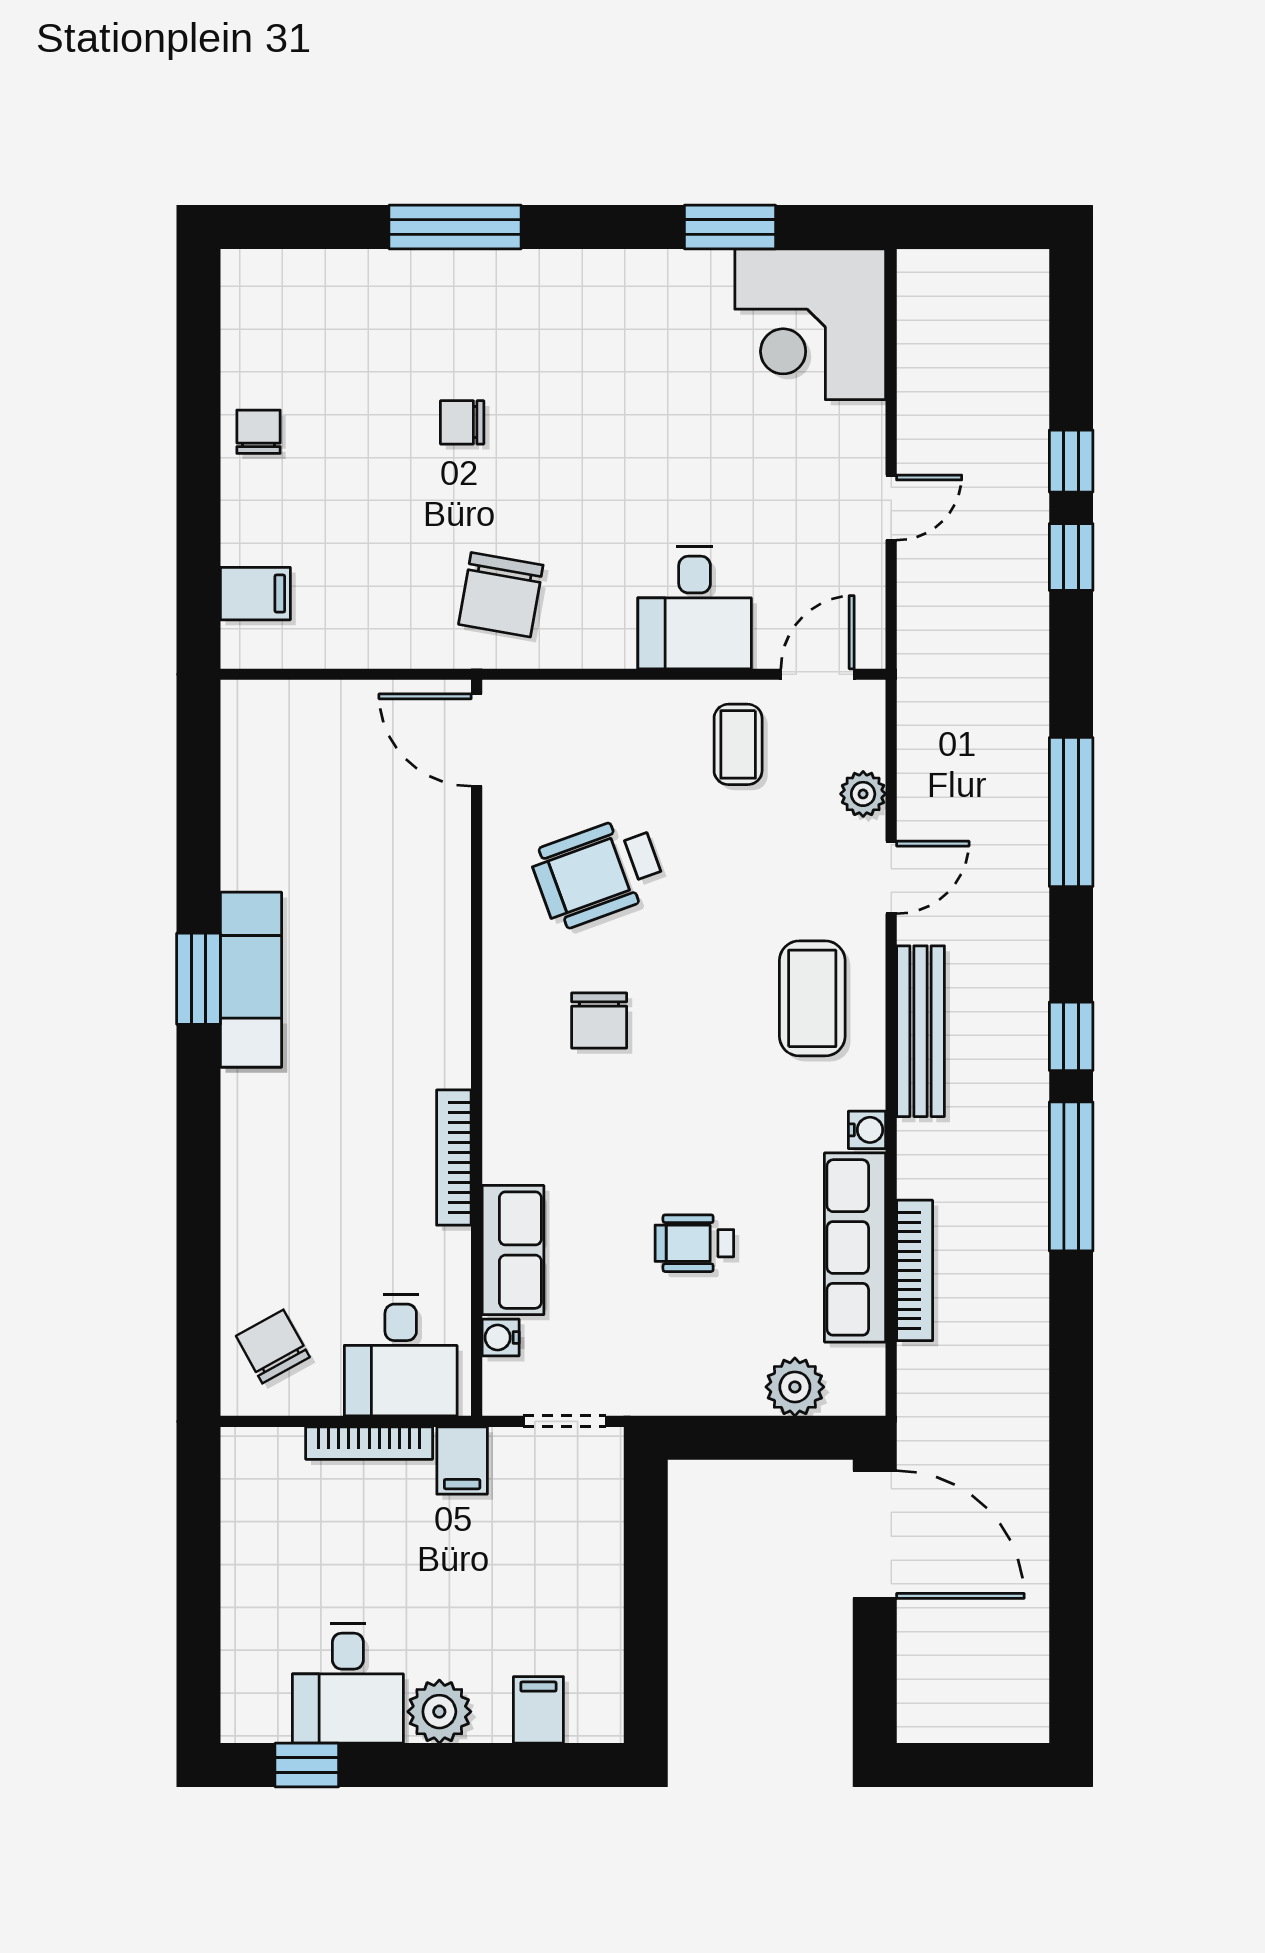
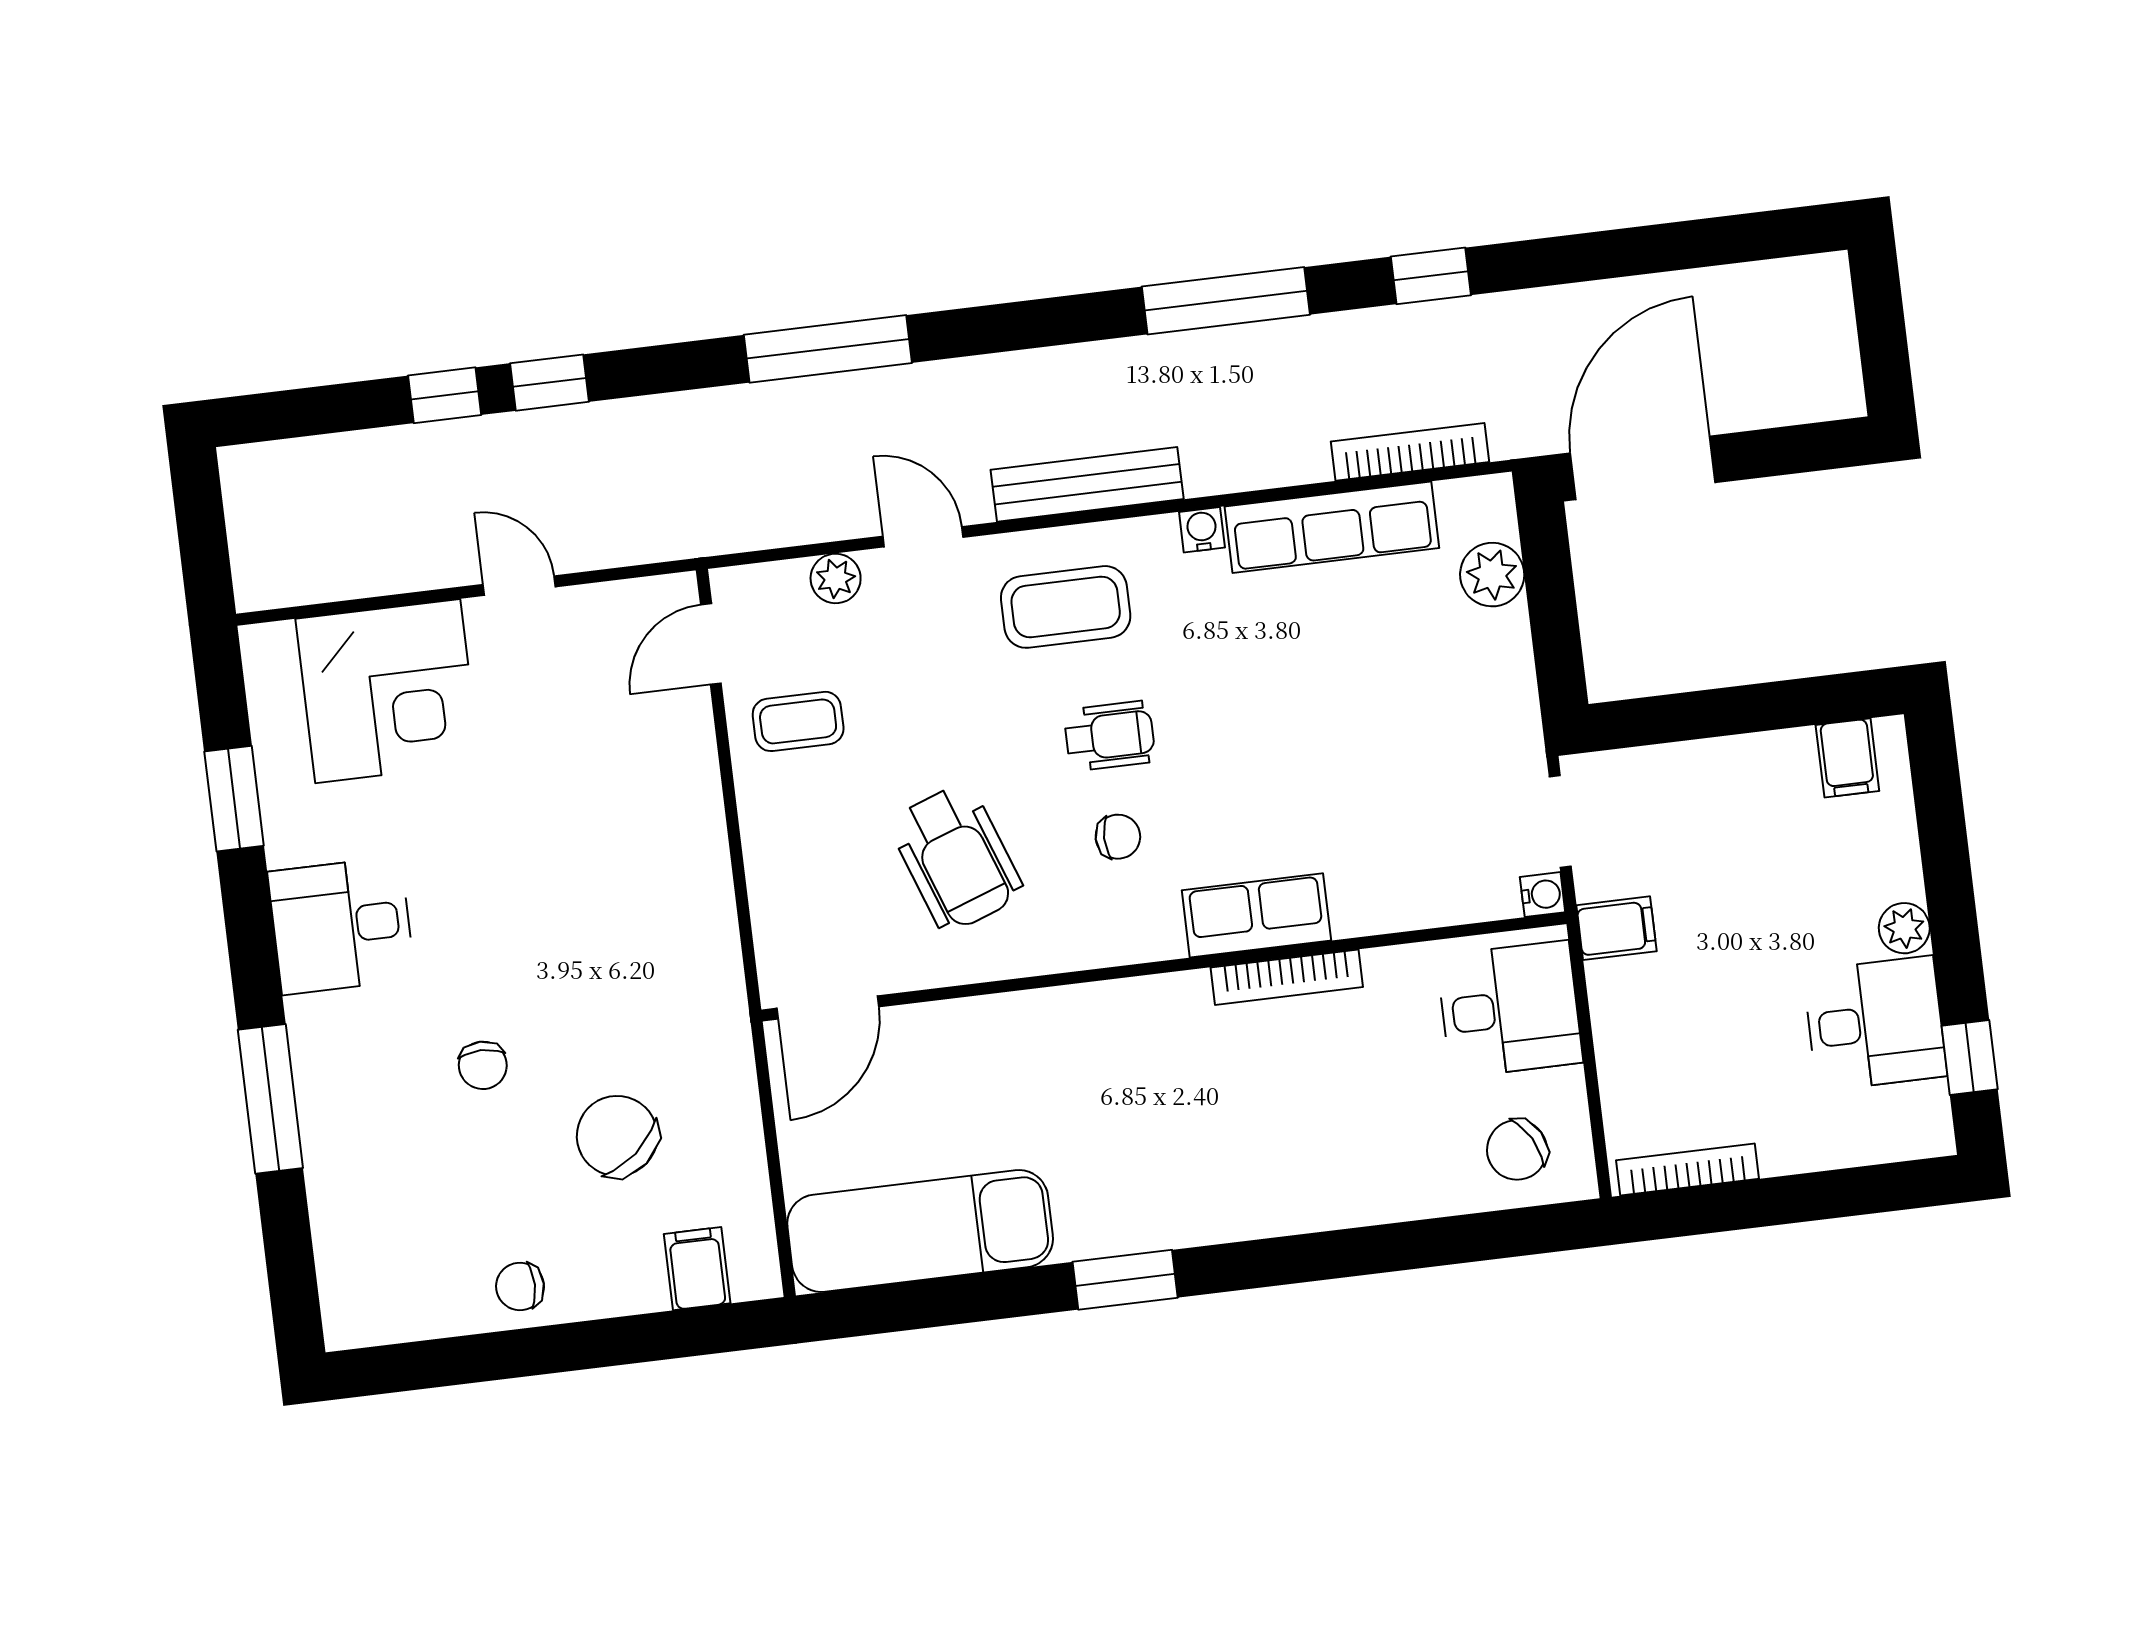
corner desk: (810, 324) -> (388, 691), moved
chair: (501, 595) -> (617, 1136), moved, turned -140
desk: (695, 608) -> (341, 926), moved, turned 180
door: (817, 674) -> (711, 644), hinge flipped
exam couch: (251, 980) -> (920, 1231), moved, width x1.36, depth x1.45
chair: (599, 1021) -> (1118, 837), width x0.73, depth x0.73
window: (1071, 1036) -> (1431, 276), moved
wheelchair: (694, 1243) -> (1110, 736), moved, turned -90
row of seats: (513, 1250) -> (1256, 915), moved
bookcase: (915, 1270) -> (1410, 452), moved
water cooler: (501, 1338) -> (1543, 895), moved, turned -90
bookcase: (369, 1443) -> (1687, 1170), moved, turned -90
filing cabinet: (538, 1710) -> (1847, 758), moved, turned -90
plant: (439, 1712) -> (1904, 928), width x0.73, depth x0.73

